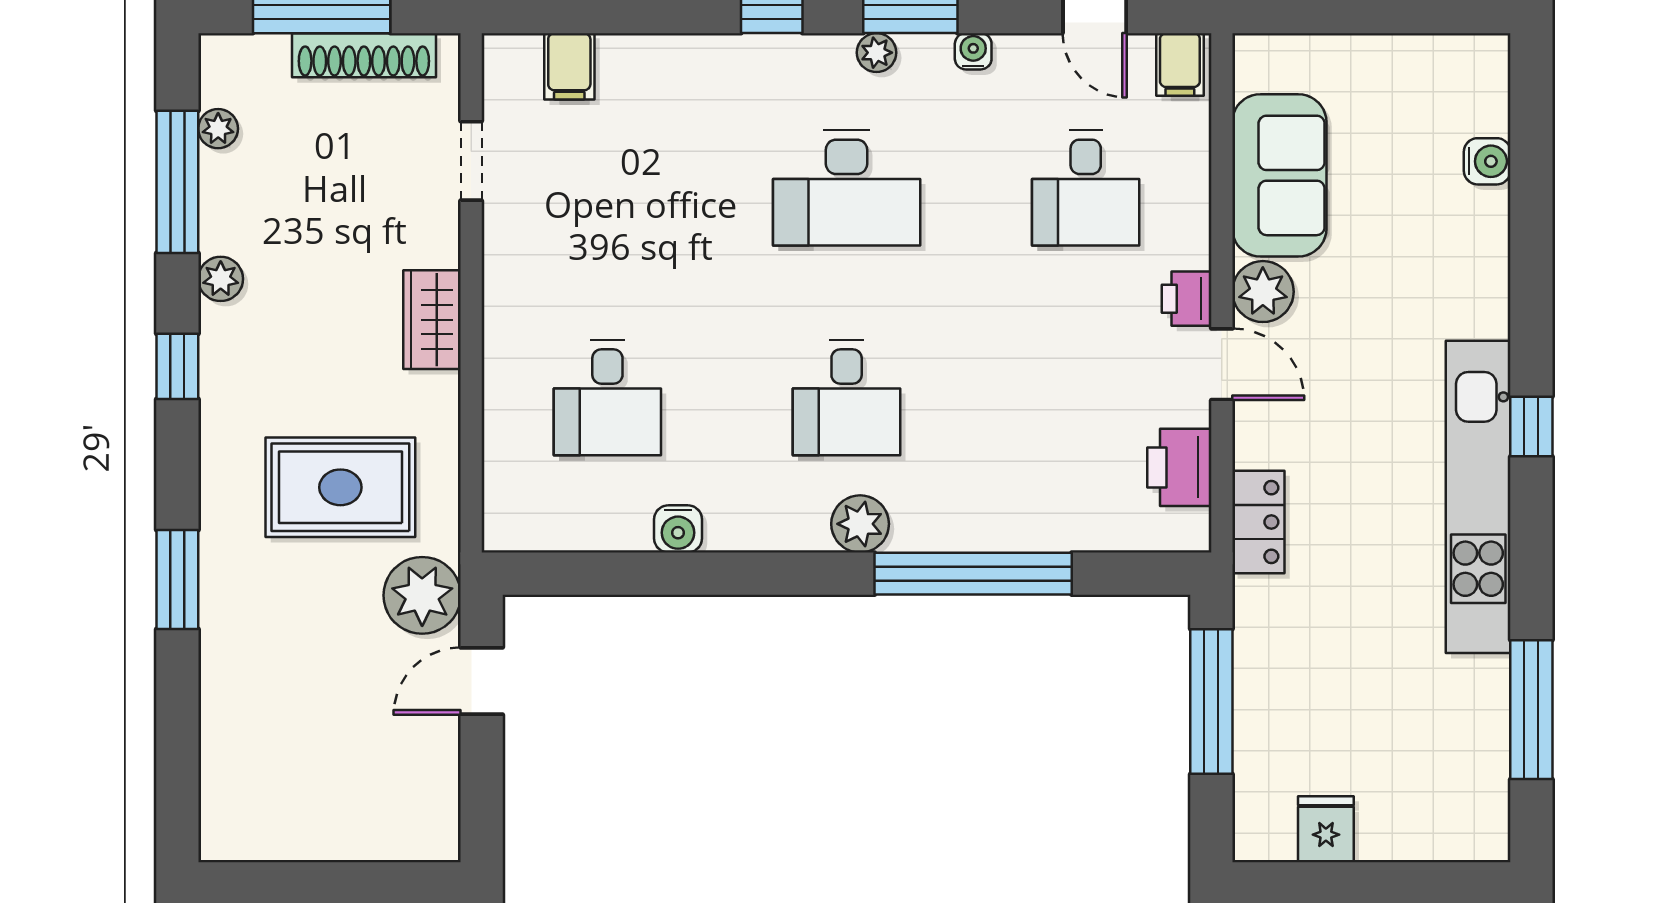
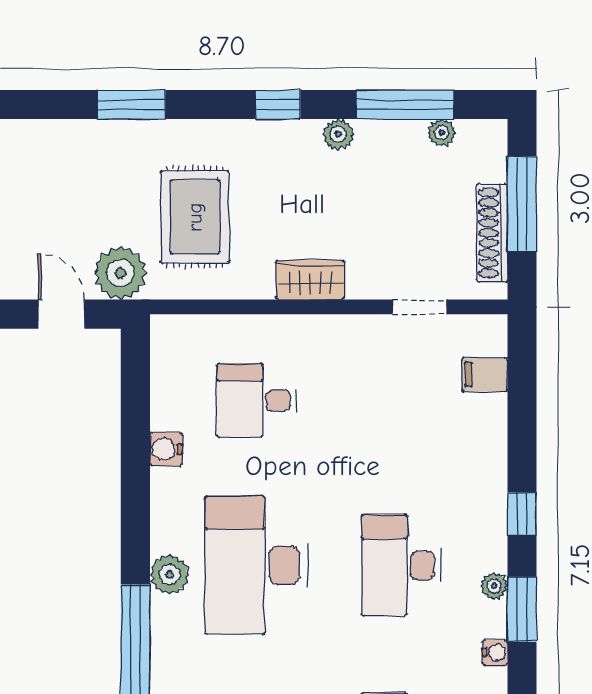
desk: (847, 398) -> (257, 565), width x1.87, depth x1.30

